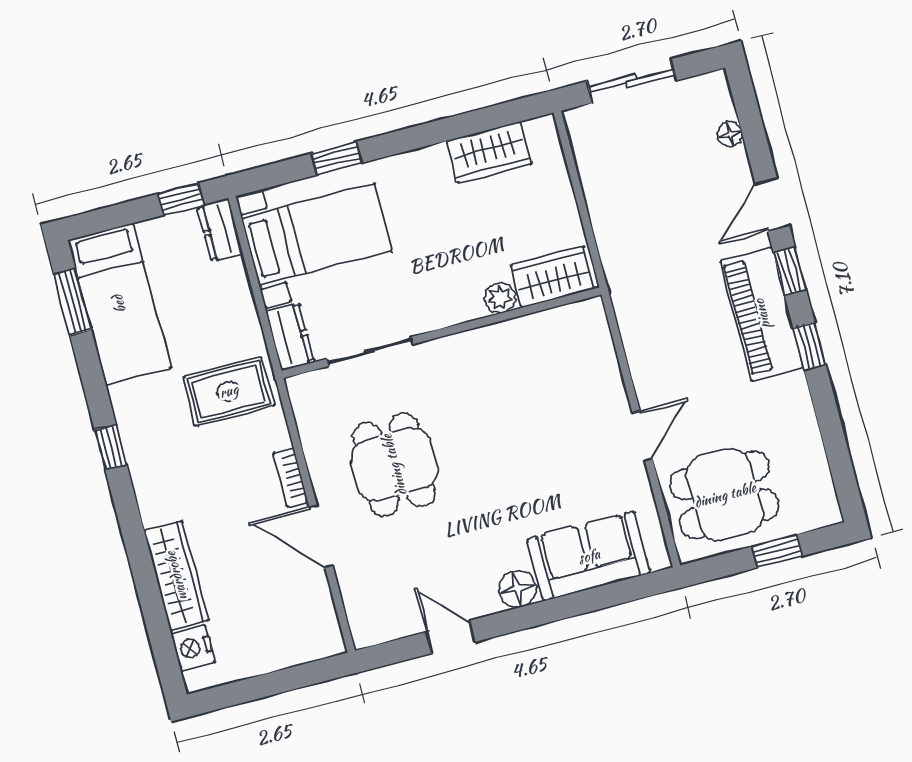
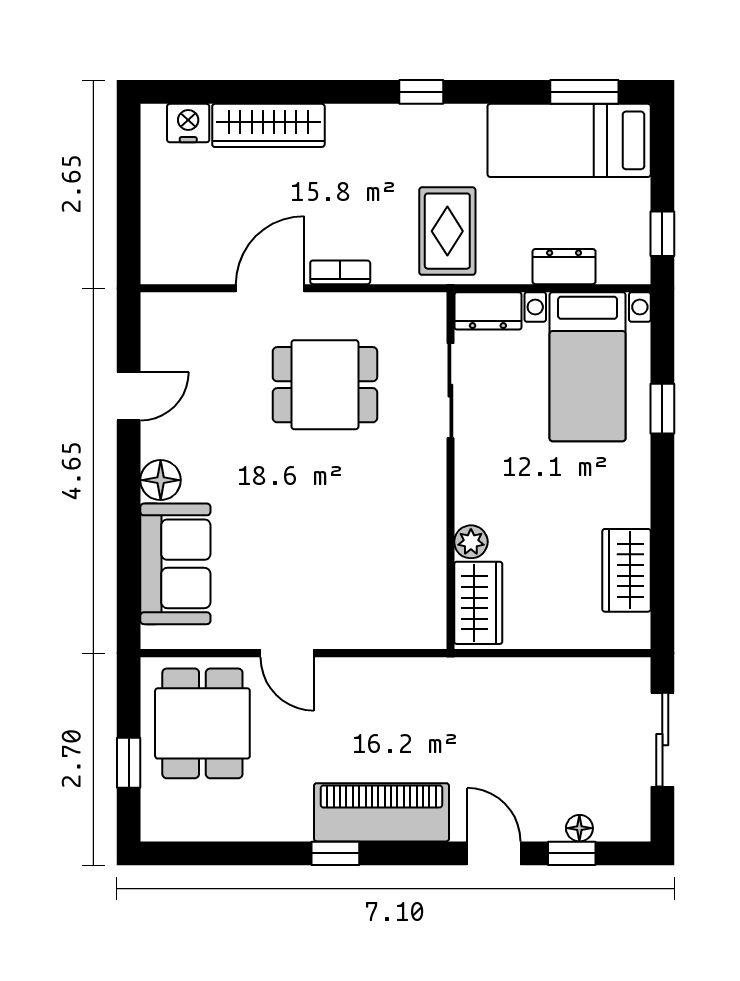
dresser: (220, 230) -> (564, 267), moved
window: (790, 271) -> (572, 853), moved

